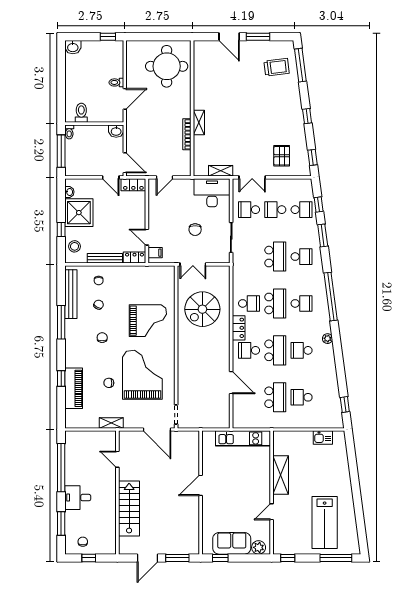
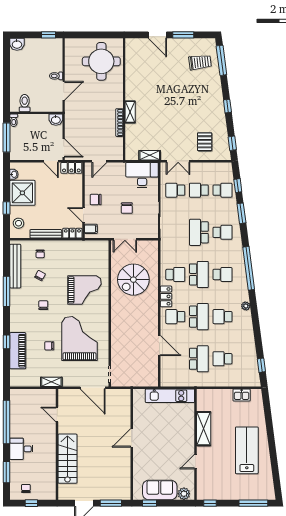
chair: (160, 220) -> (96, 200), added
school desk: (275, 257) -> (199, 232), turned 180
lab bench: (325, 522) -> (247, 450), moved, turned 180

